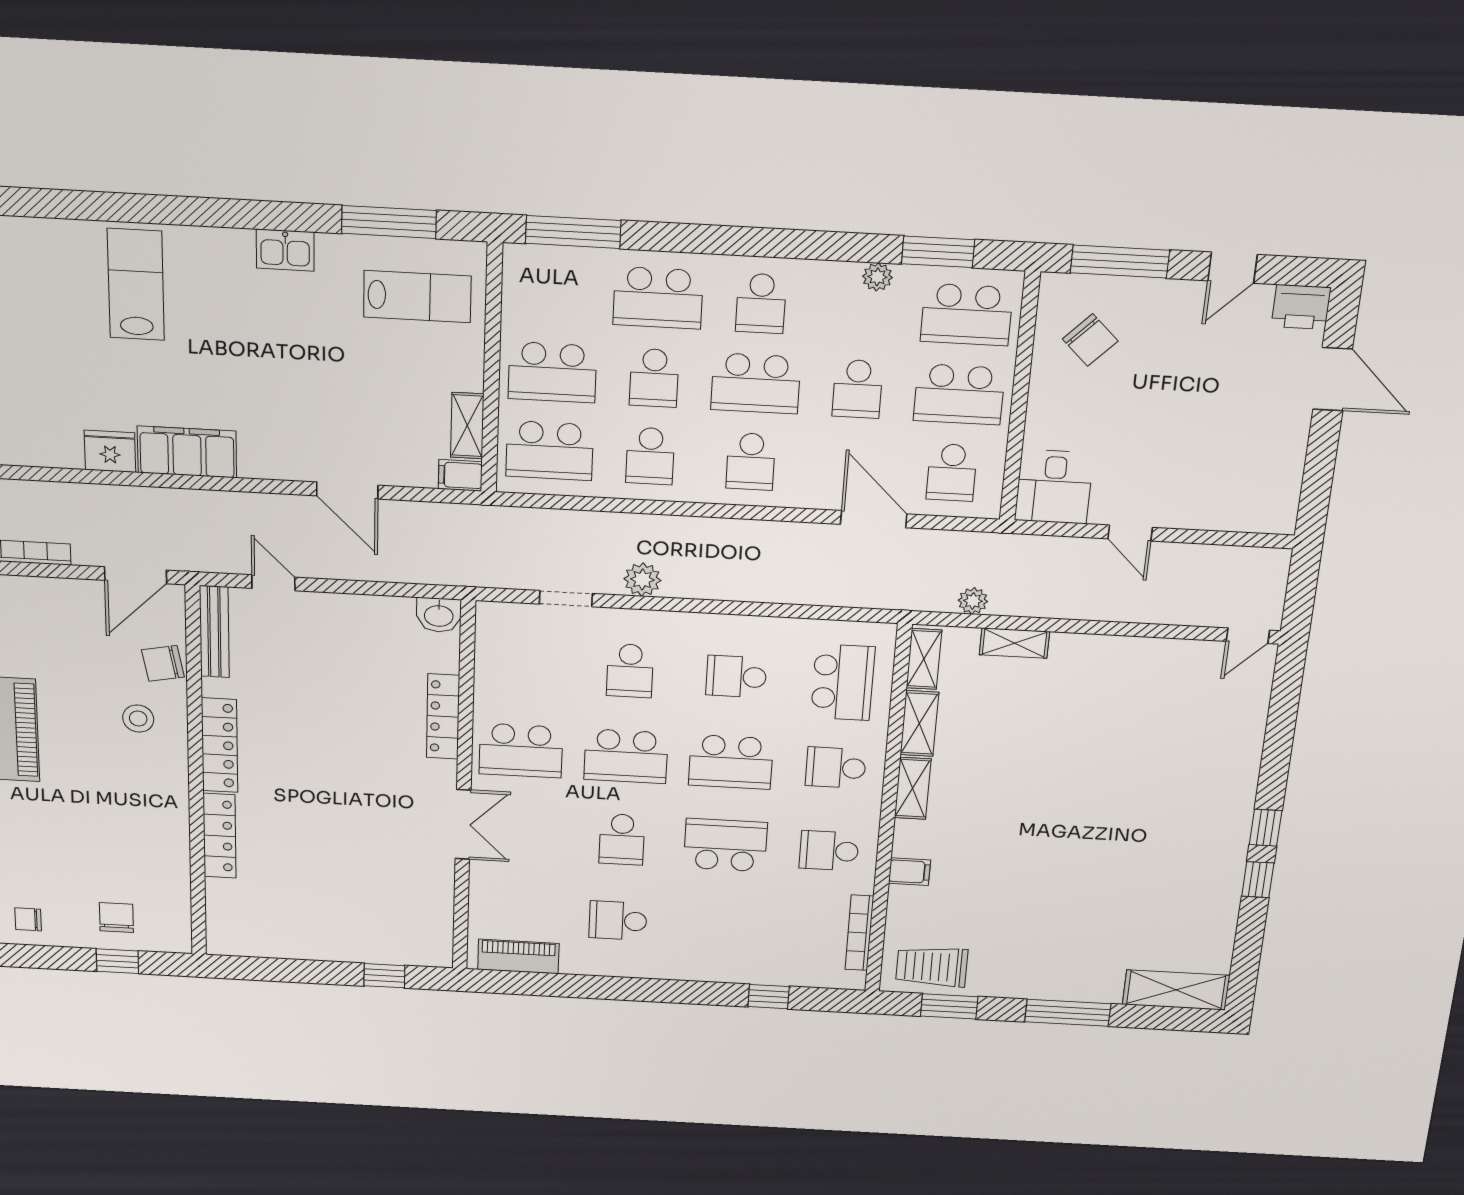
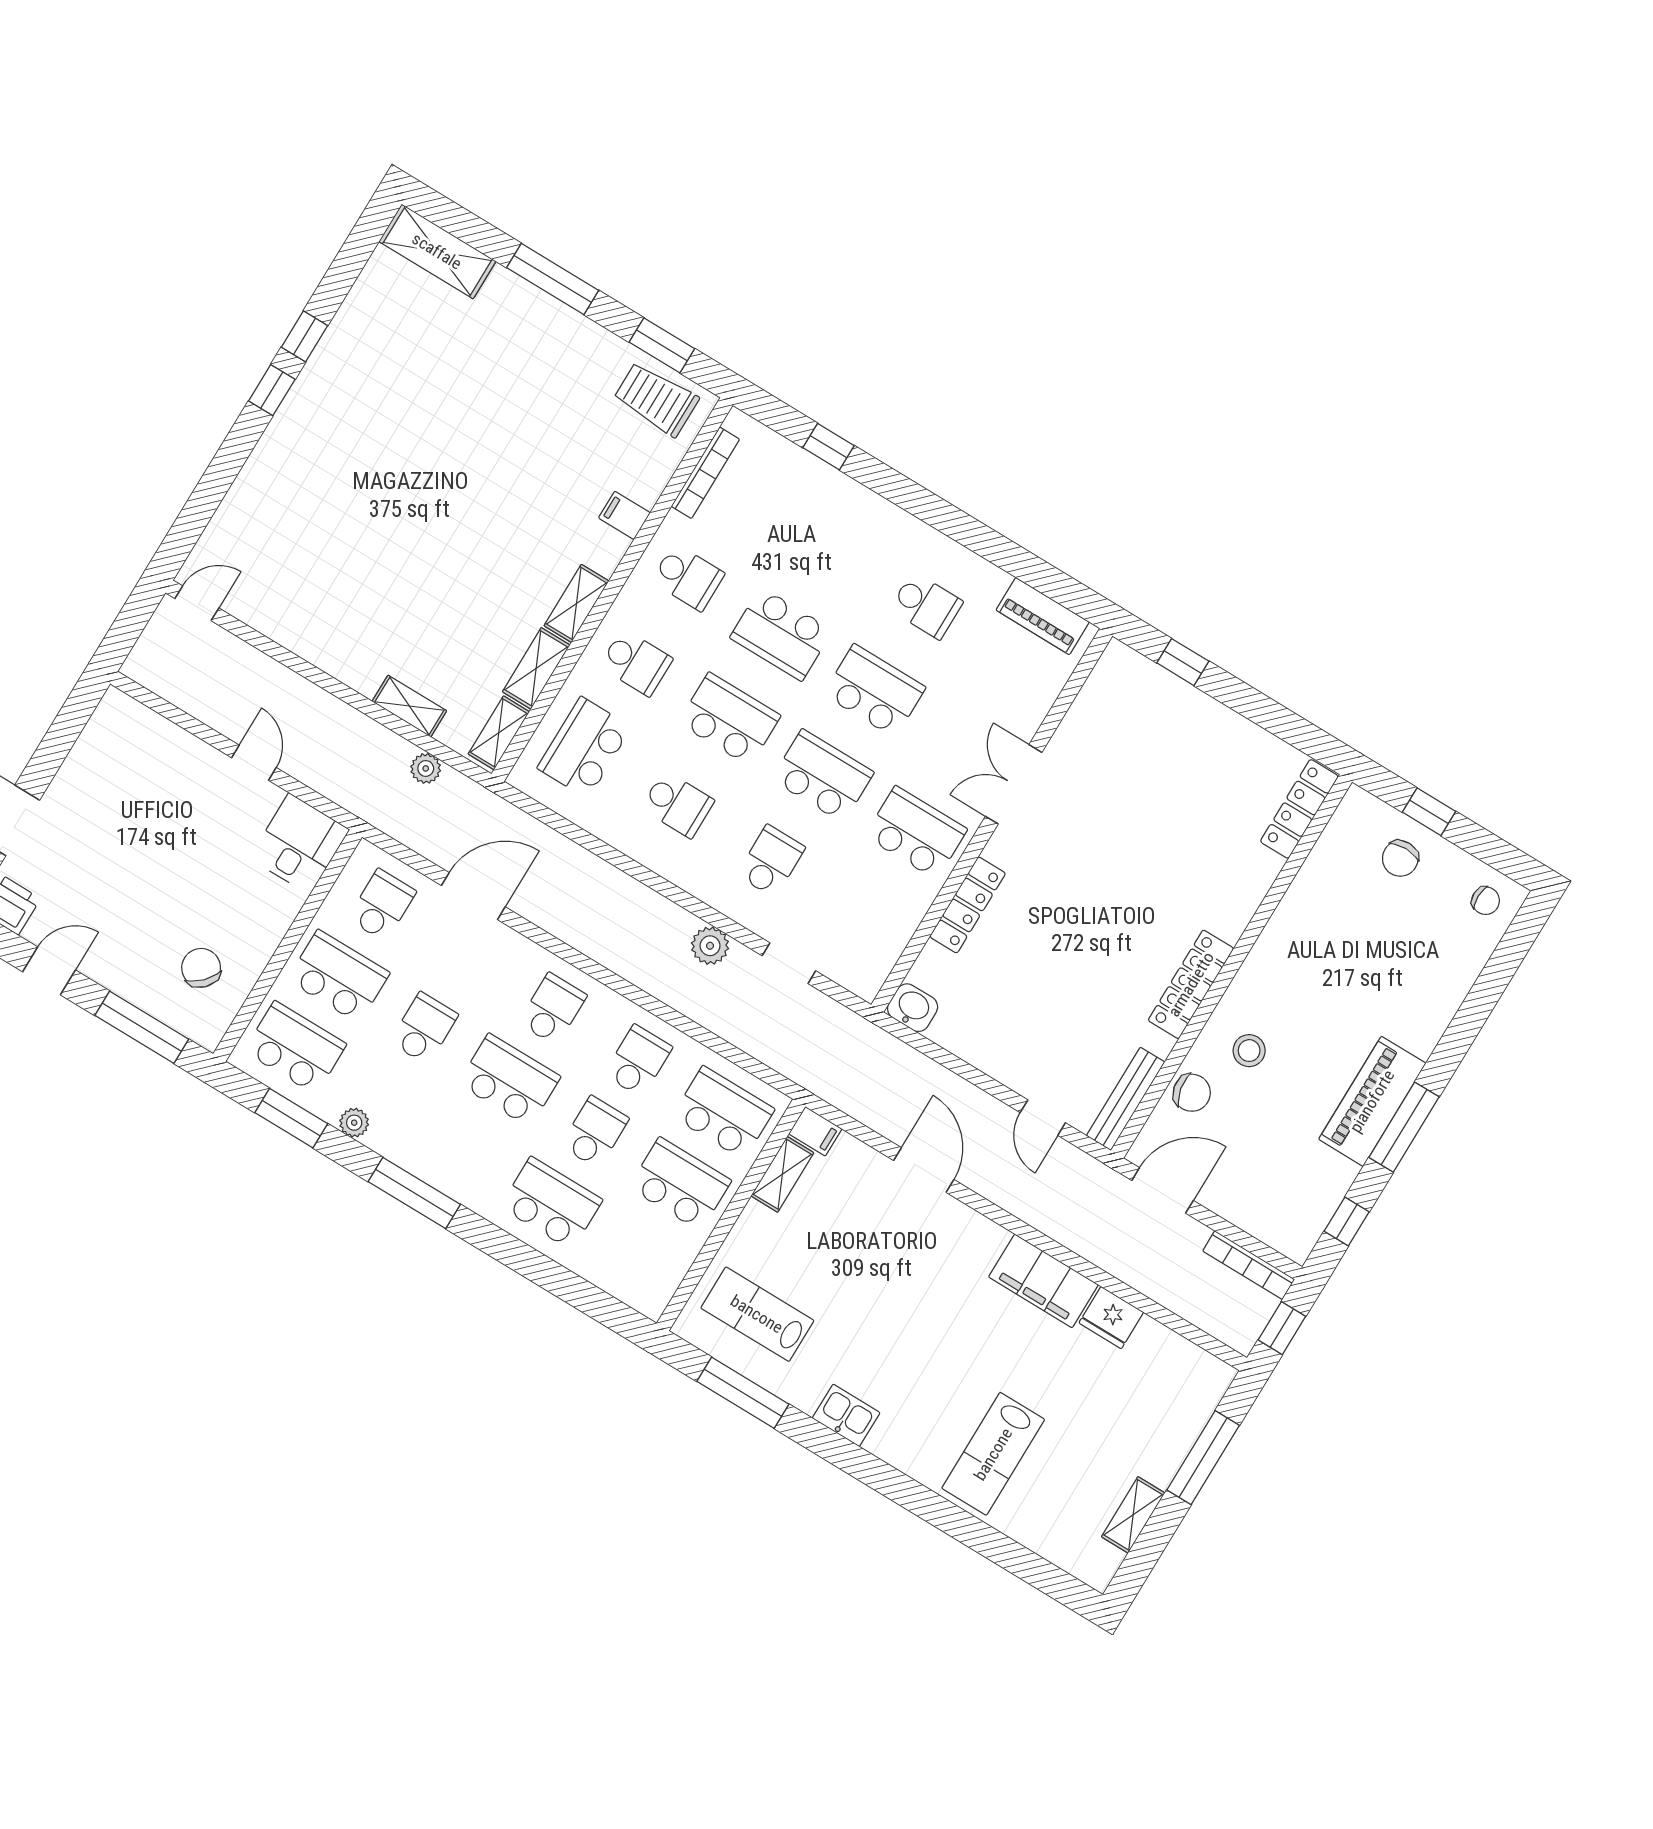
window: (573, 232) -> (414, 1193), moved
school desk: (761, 303) -> (466, 1151), removed
door: (874, 519) -> (473, 896), swing flipped
locker: (220, 836) -> (1299, 809), moved
school desk: (622, 839) -> (874, 691), width x1.85
trolley: (932, 967) -> (656, 399), turned 180

